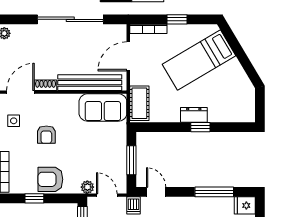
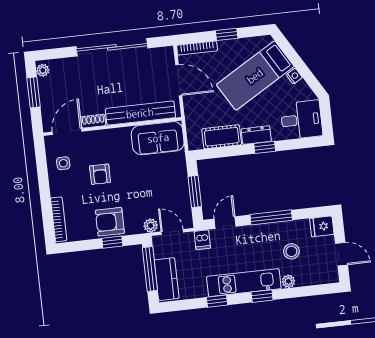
door: (128, 56) -> (179, 80), swing flipped
nightstand: (235, 65) -> (294, 76), added
cot: (139, 103) -> (222, 137), moved, turned 90
desk: (237, 105) -> (301, 120), added
door: (156, 192) -> (225, 223), hinge flipped
window: (214, 192) -> (271, 217), moved
window: (34, 198) -> (112, 242), moved

